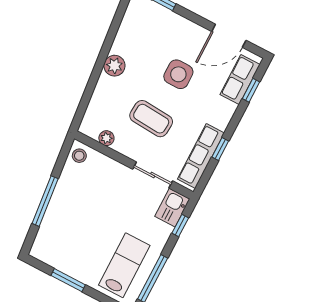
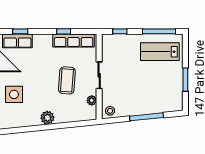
side table: (178, 74) -> (14, 94), moved
sliding door: (153, 175) -> (99, 75), moved
kitchen sink: (172, 208) -> (112, 41), removed

